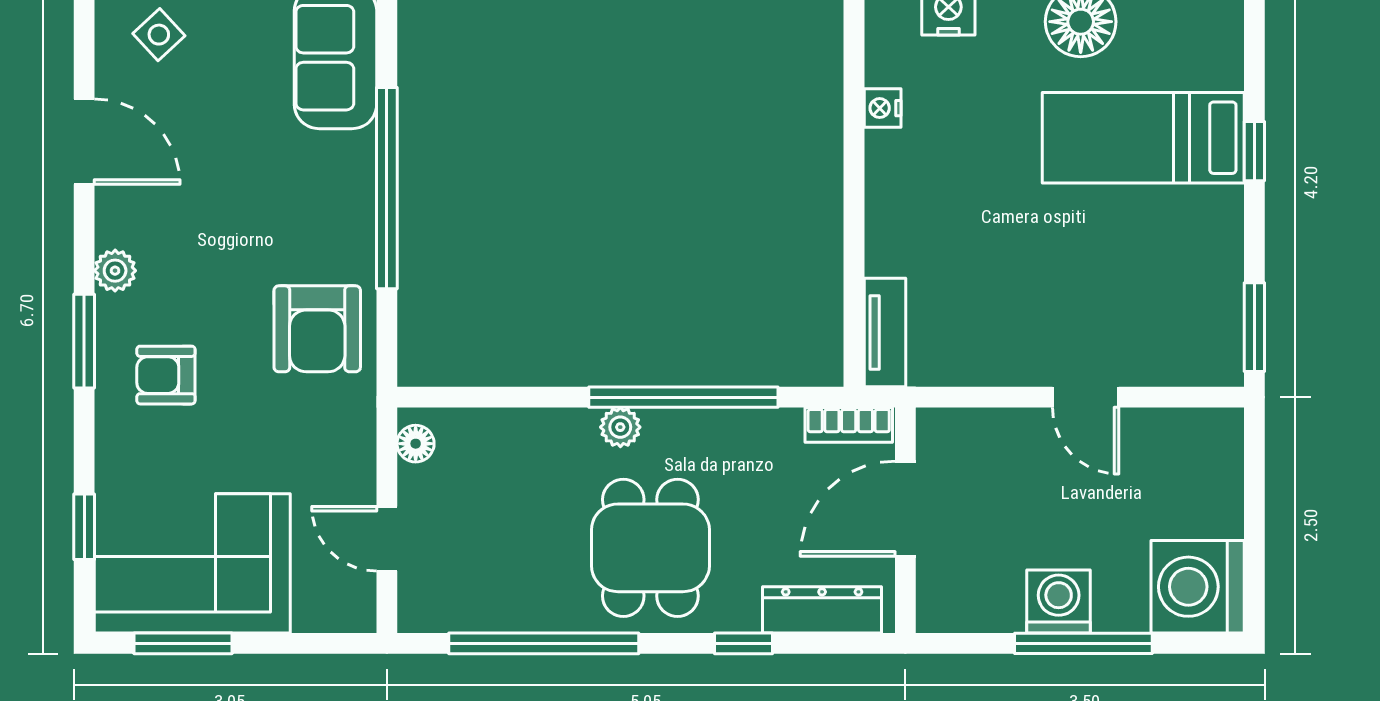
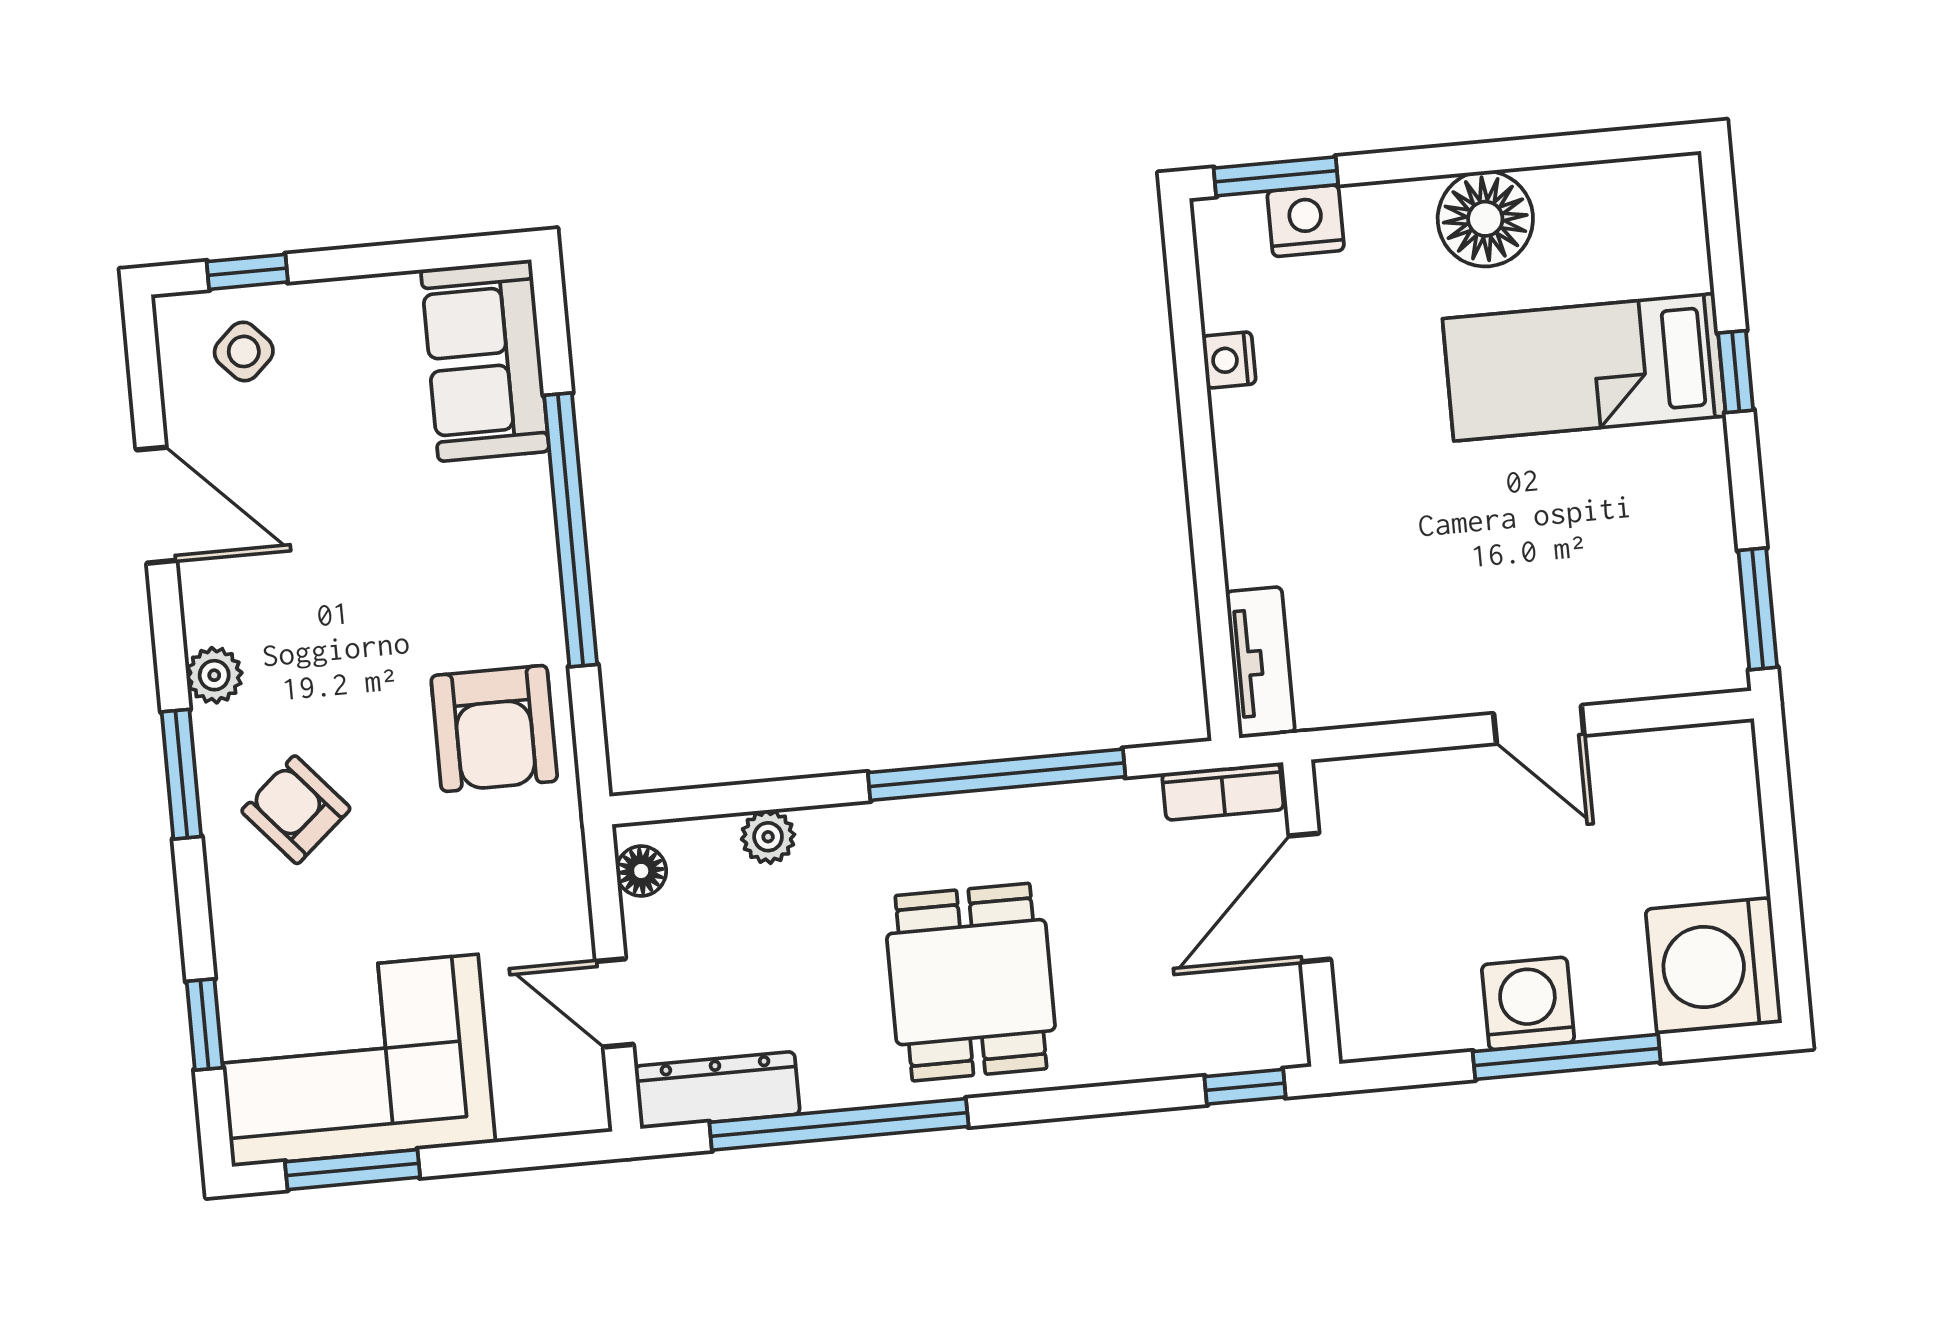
armchair: (166, 375) -> (296, 810), turned 49
plant: (620, 427) -> (768, 837), moved
dresser: (822, 610) -> (717, 1090), moved
window: (744, 643) -> (1245, 1087), moved

